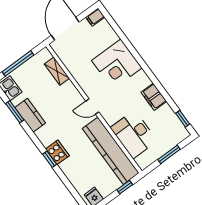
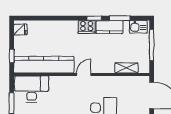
desk: (134, 134) -> (32, 89), moved
cooker: (57, 152) -> (87, 27), moved
window: (50, 159) -> (94, 18), moved

